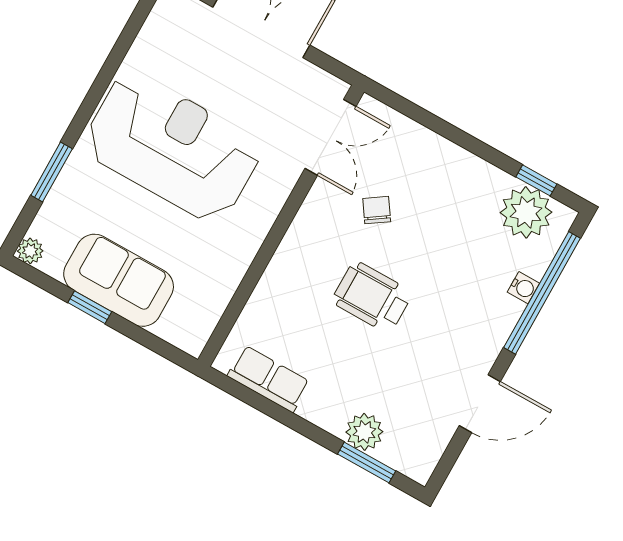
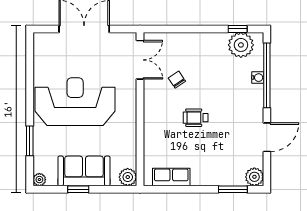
wheelchair: (372, 297) -> (196, 118), width x0.73, depth x0.73
plant: (191, 335) -> (128, 177), added
plant: (364, 432) -> (254, 177), moved

